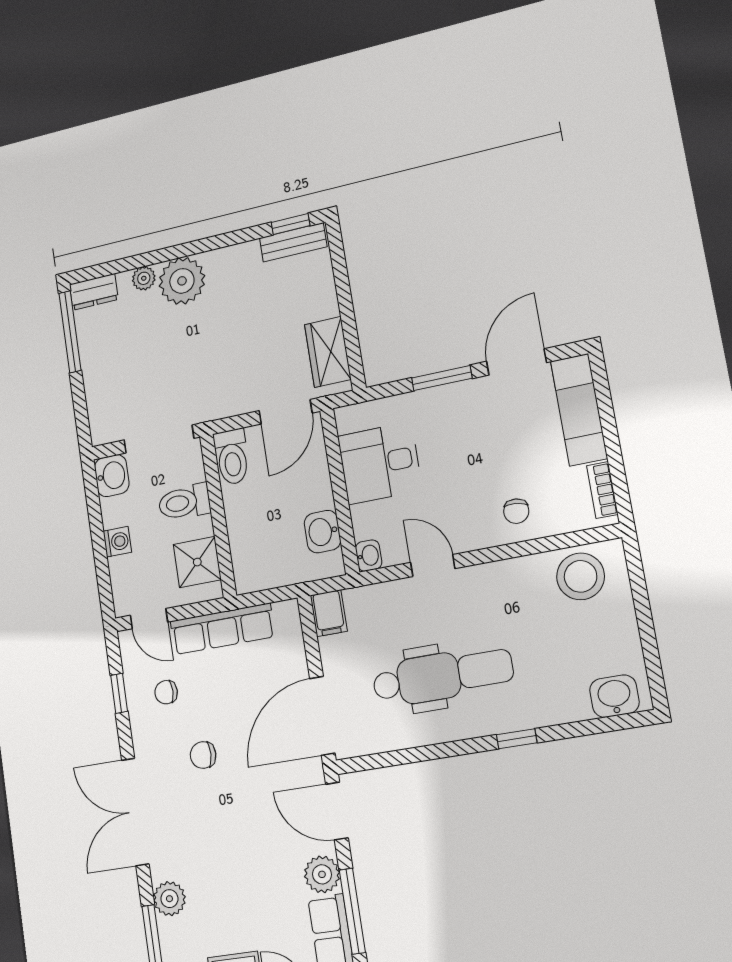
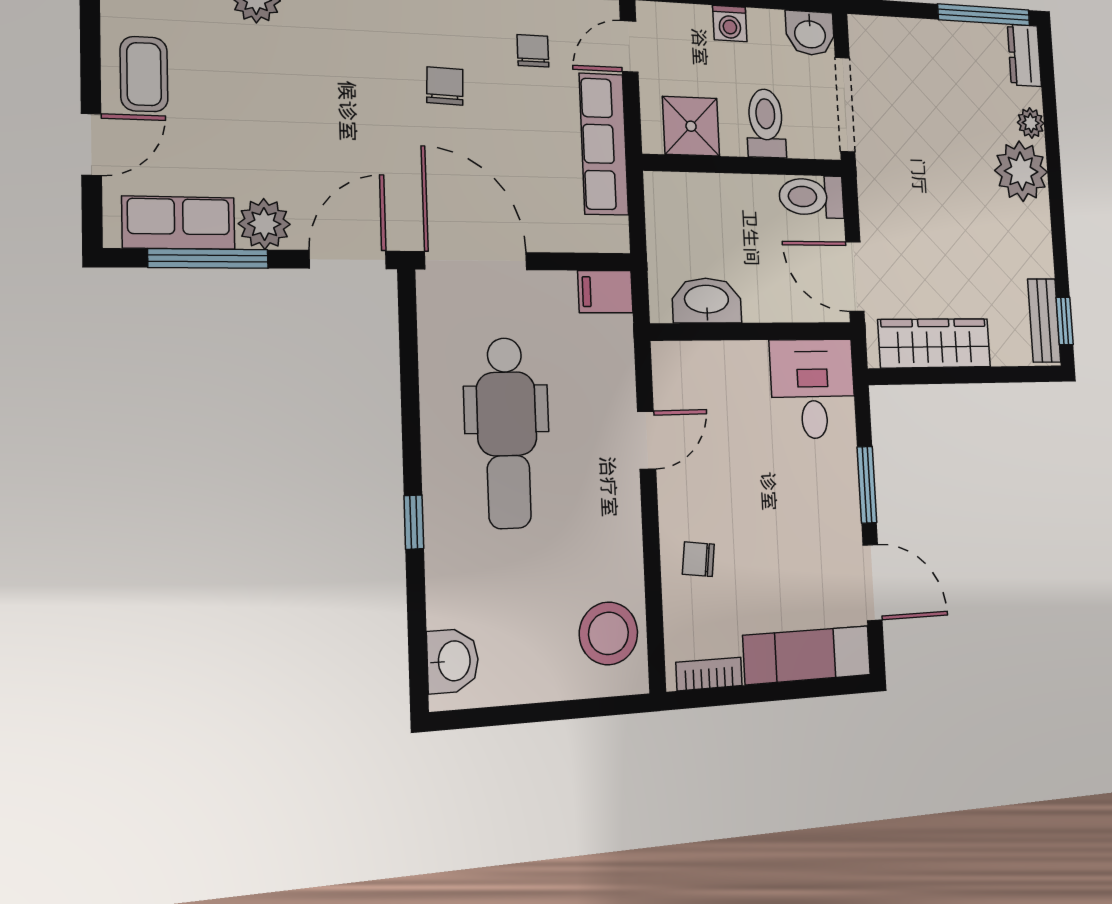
wardrobe: (328, 352) -> (934, 343), width x1.50
desk: (380, 463) -> (813, 389), moved
washbasin: (323, 532) -> (707, 301), width x1.38
washbasin: (369, 556) -> (670, 357), removed

